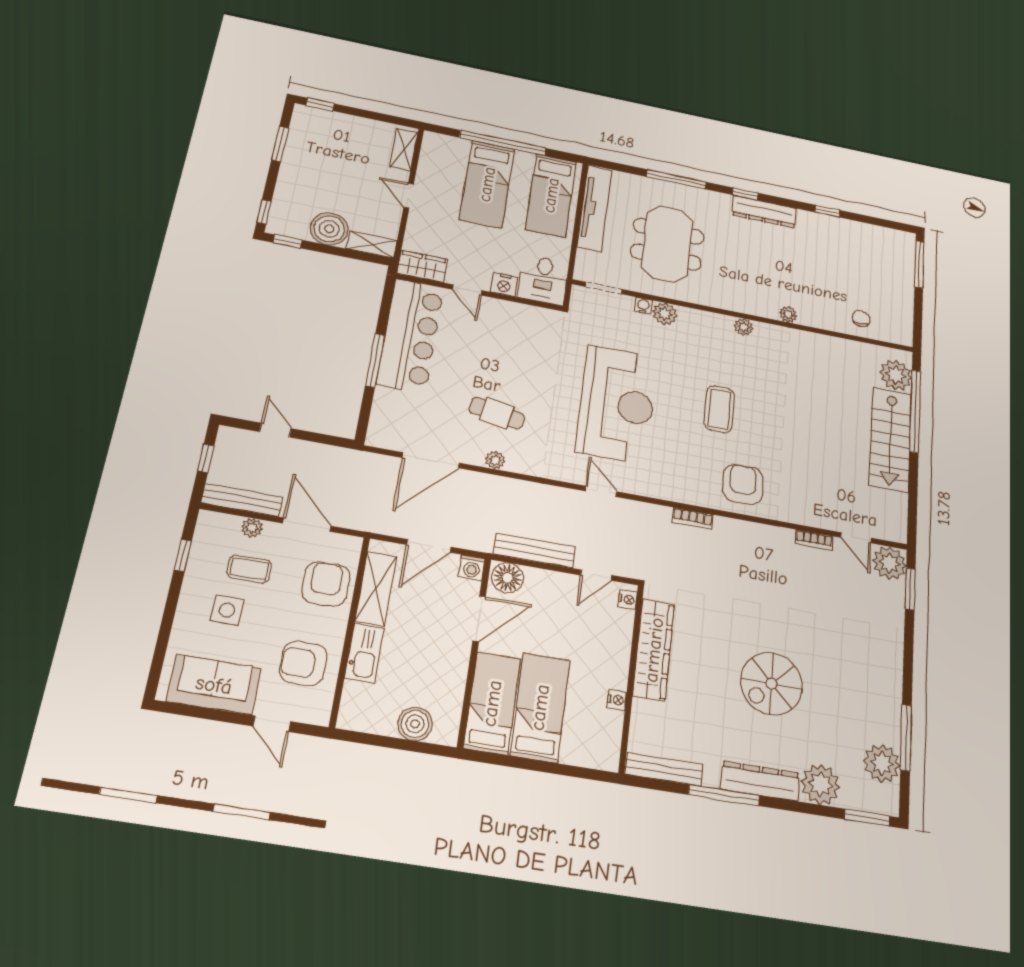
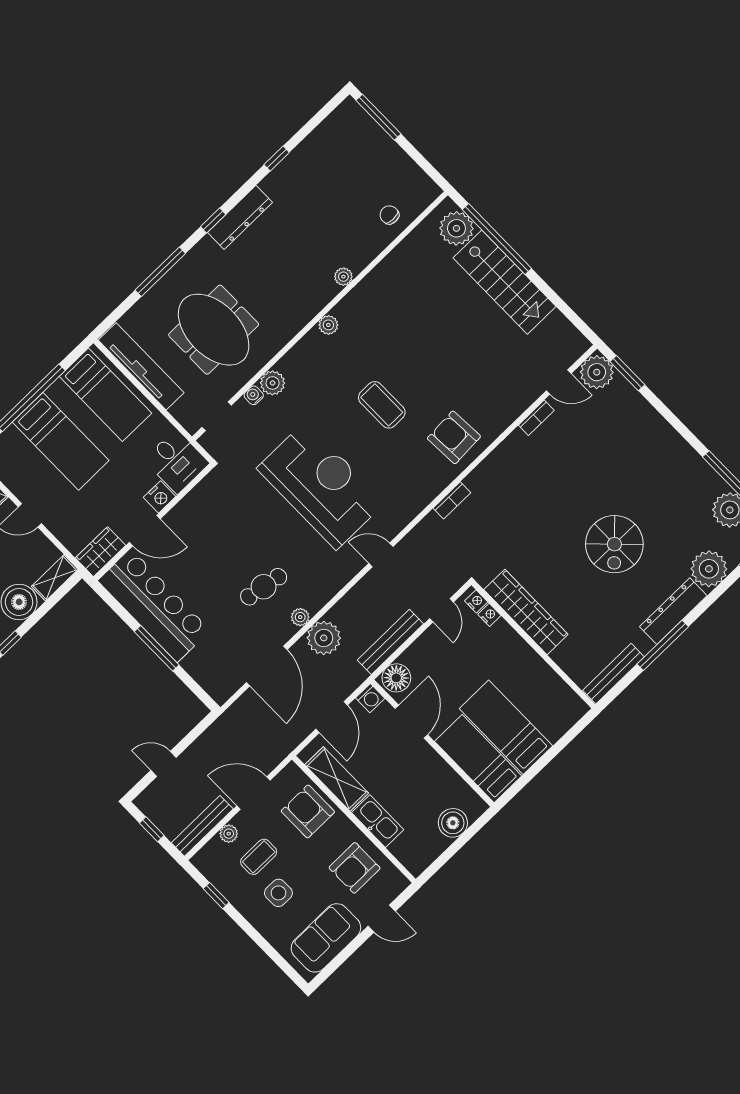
door: (467, 290) -> (145, 531), width x1.38
plant: (493, 492) -> (324, 638), added
nightstand: (617, 700) -> (489, 615), moved

